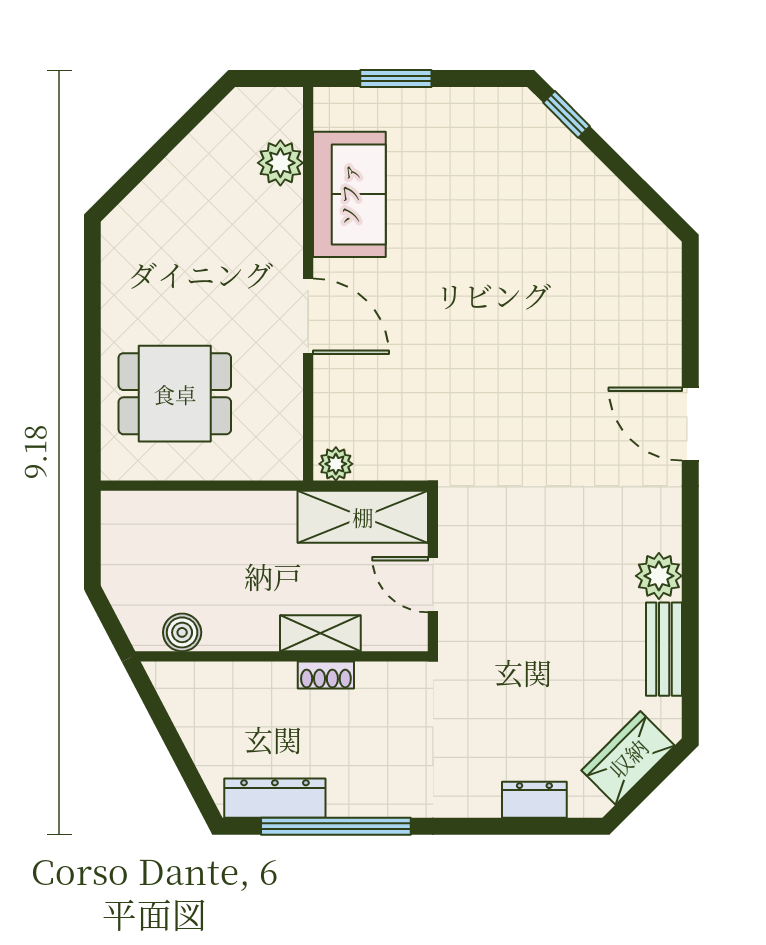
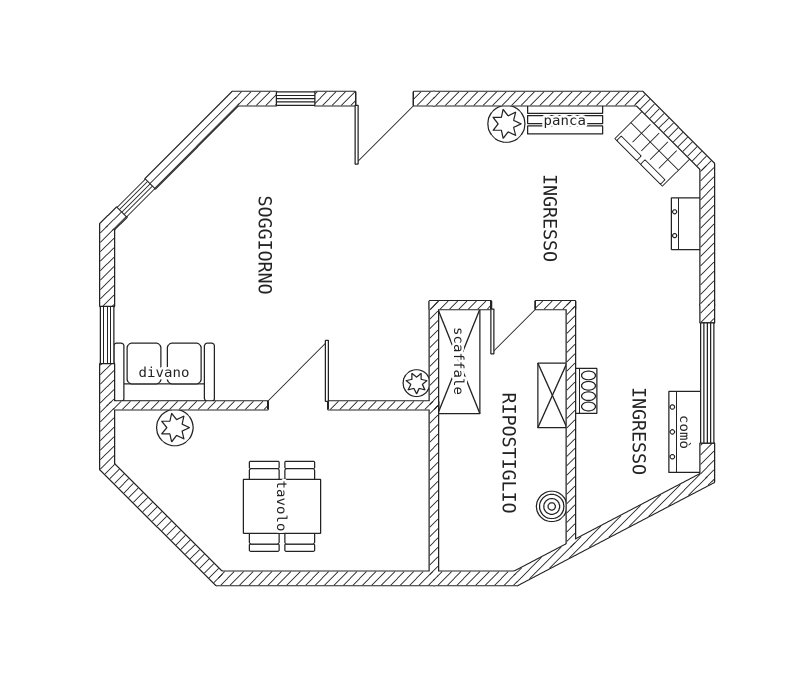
sofa: (349, 194) -> (164, 372), moved
window: (690, 313) -> (296, 99), added
dining table: (175, 394) -> (282, 506), moved

